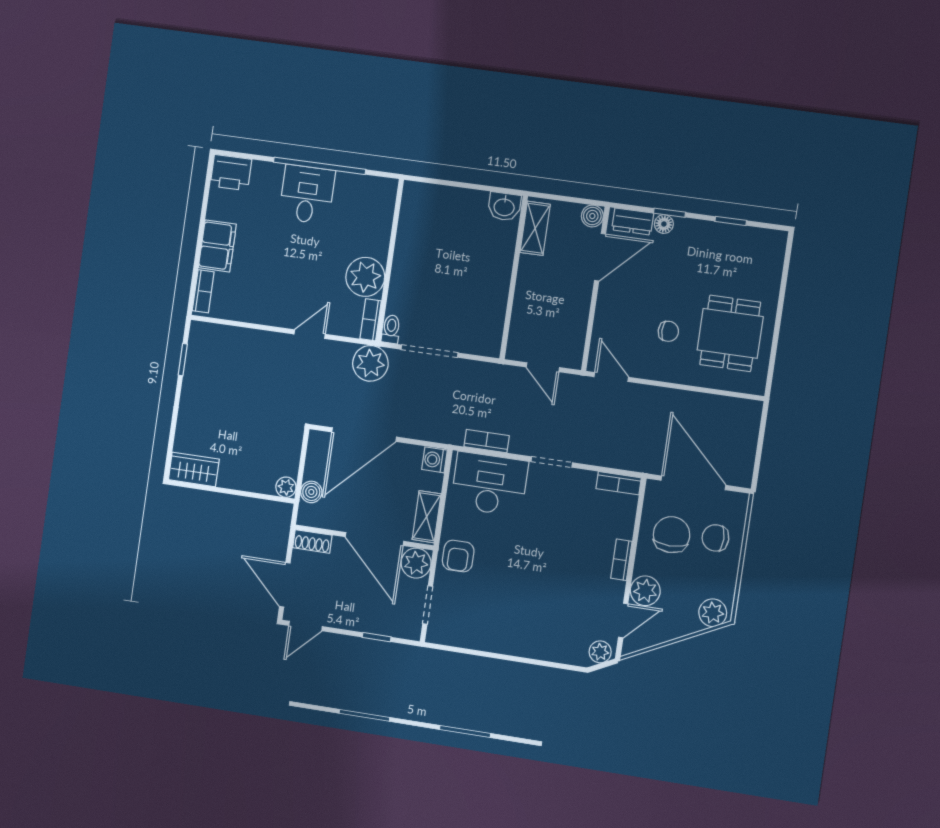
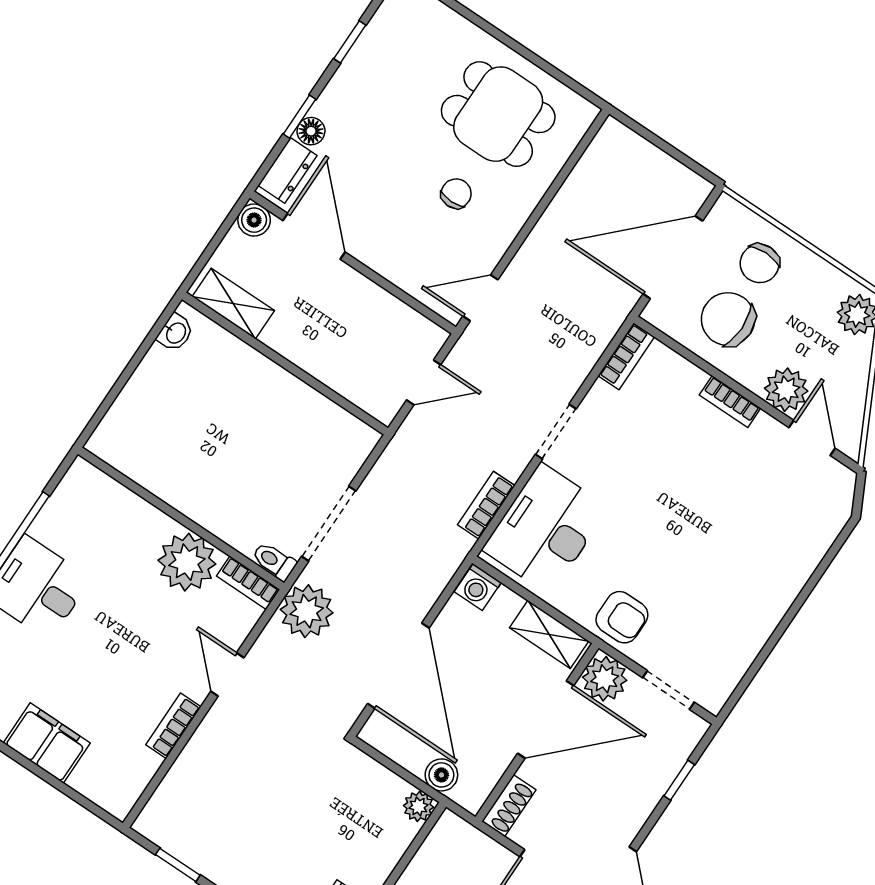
washbasin: (504, 207) -> (175, 333), width x0.72, depth x0.69
bookcase: (203, 291) -> (173, 726), moved, turned -90
plant: (600, 652) -> (839, 489), removed

